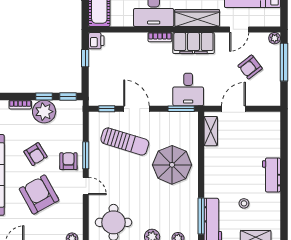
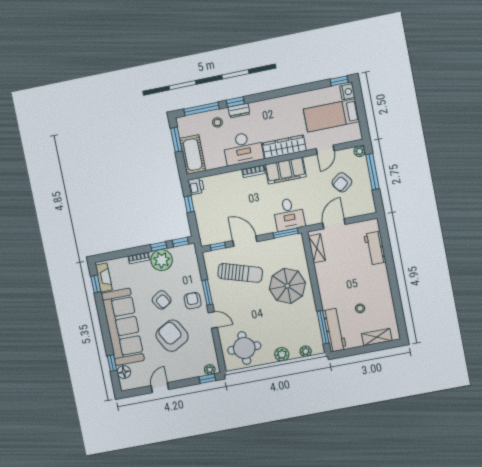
workbench: (272, 175) -> (375, 248), moved

